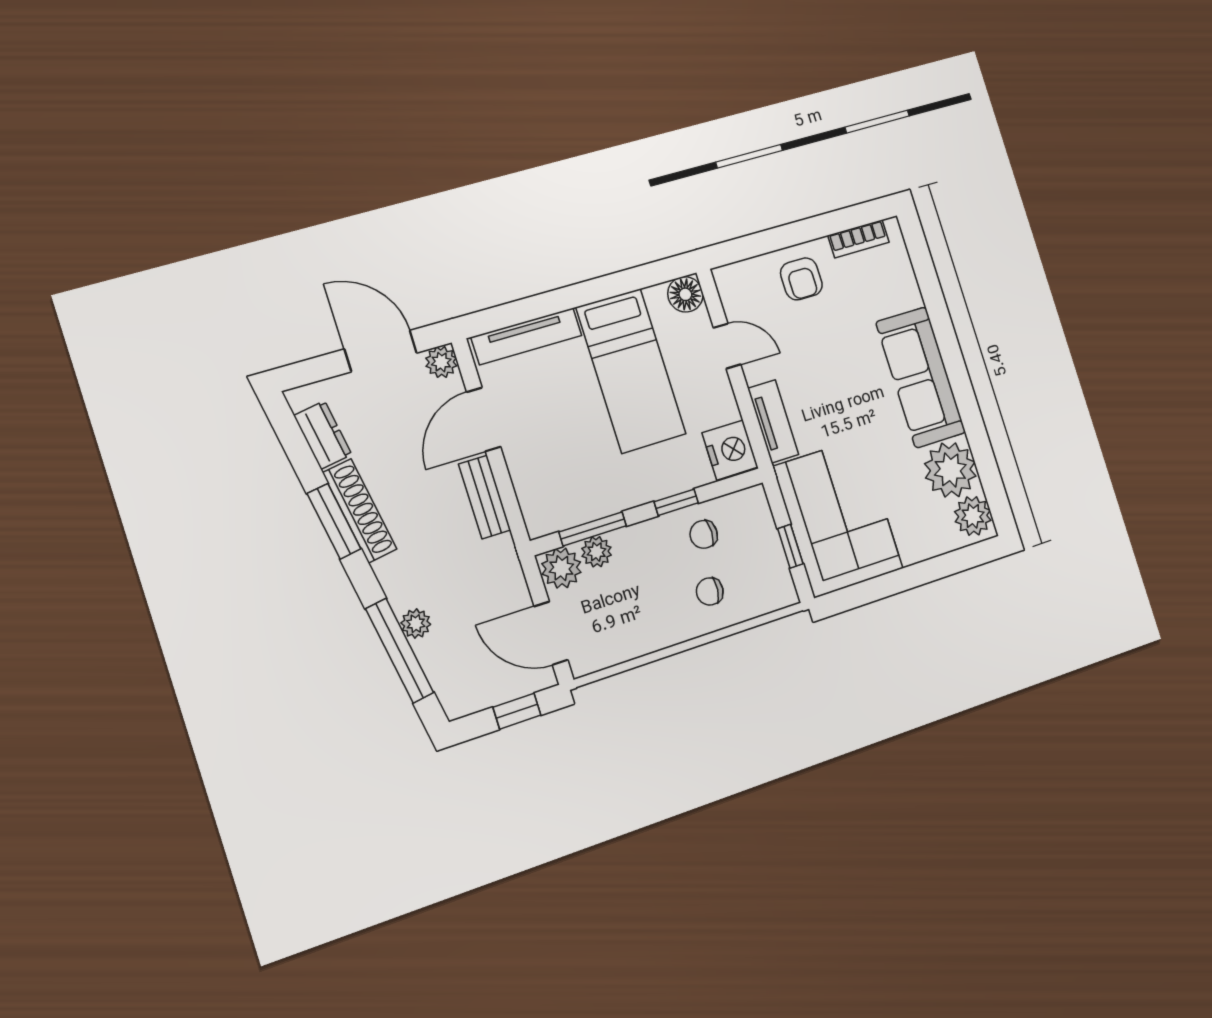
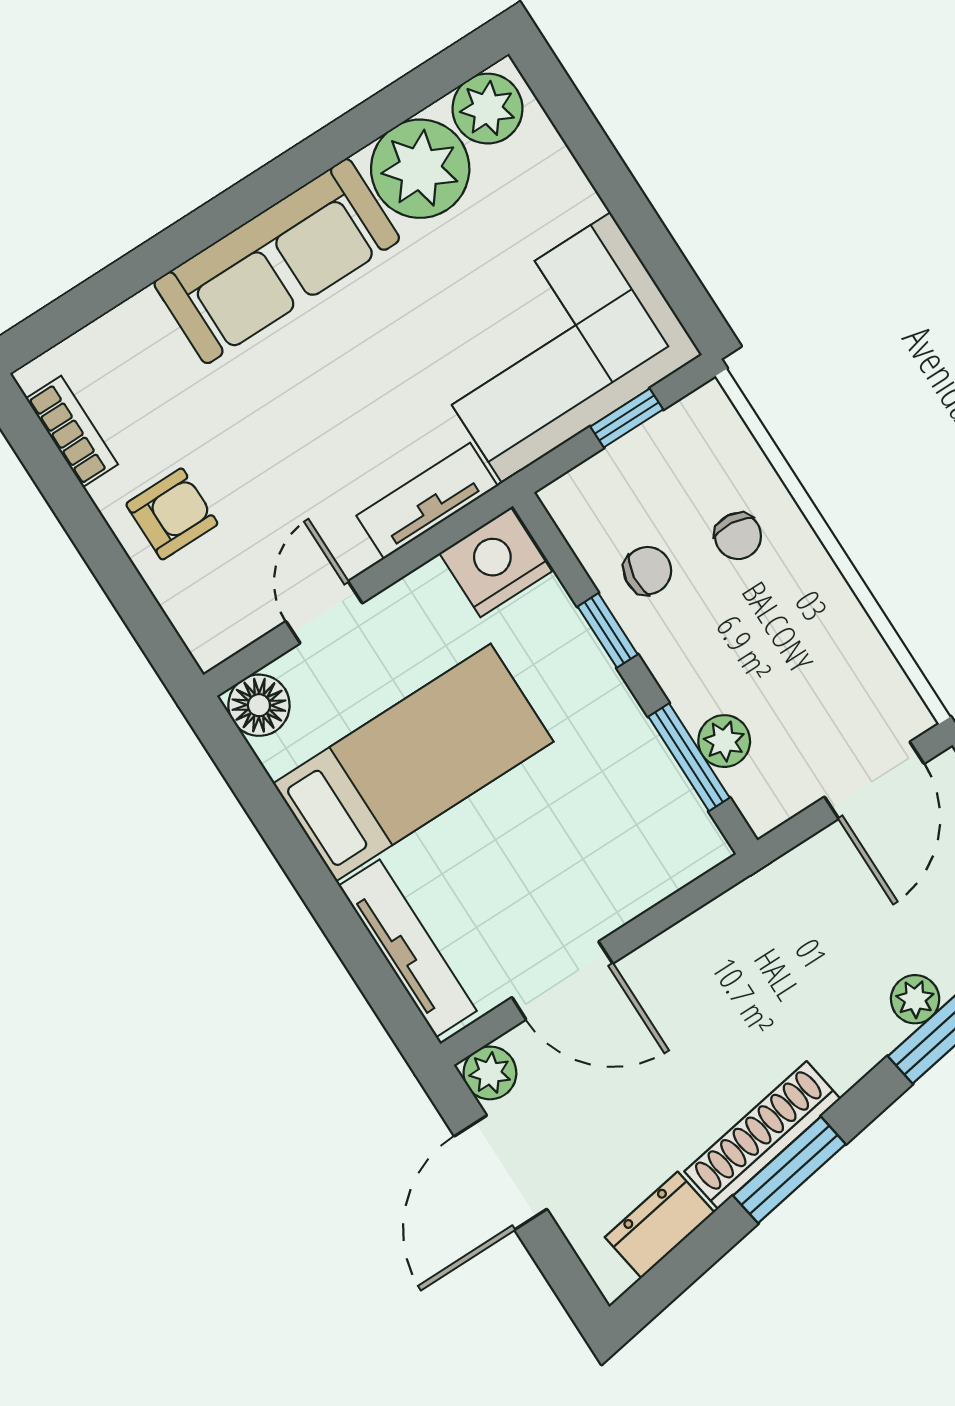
bench: (485, 497) -> (686, 945), removed
chair: (704, 534) -> (647, 571), turned -84
plant: (561, 568) -> (766, 791), removed

